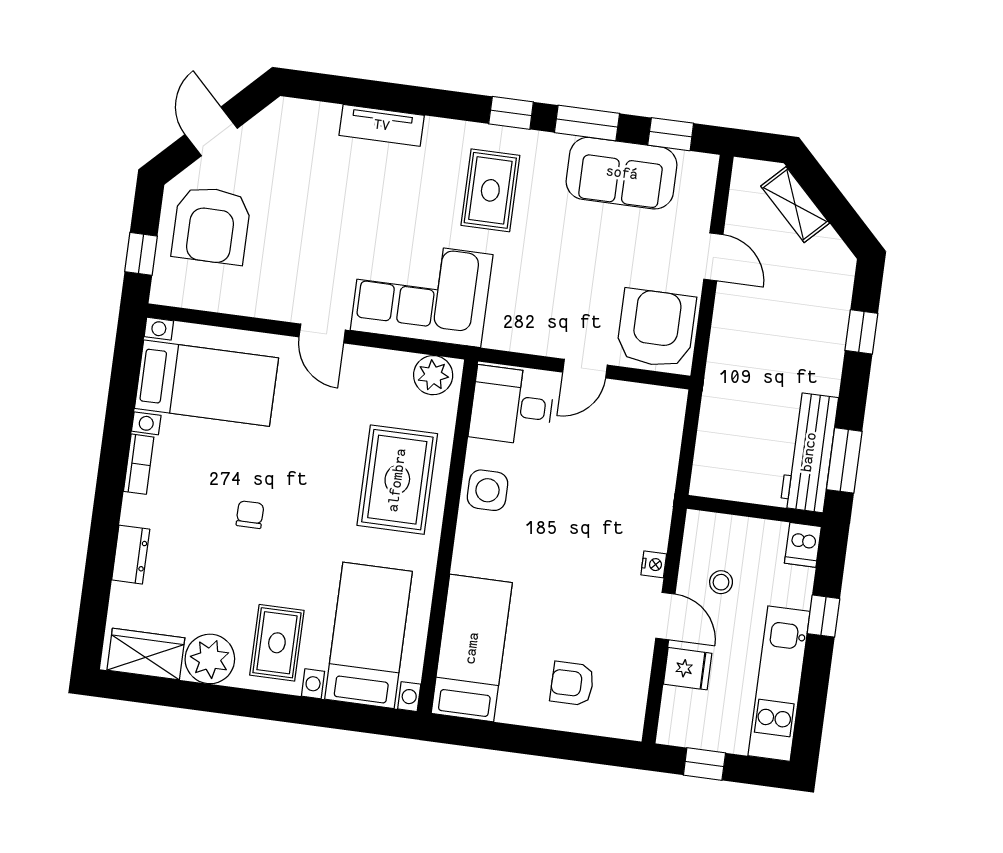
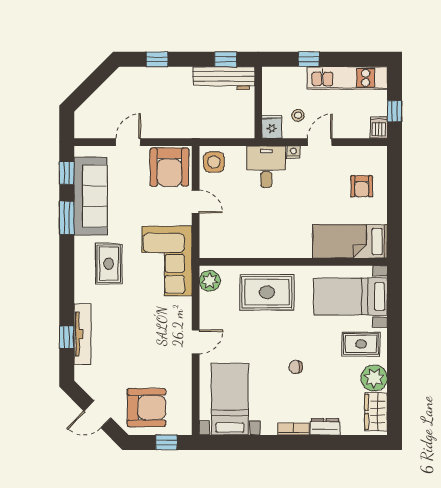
window: (511, 113) -> (67, 337), moved
tv unit: (382, 125) -> (82, 334), width x1.41
sofa: (622, 173) -> (91, 196), width x1.36
rug: (490, 190) -> (109, 264), turned 90
shelving: (795, 205) -> (95, 103), removed
corner sofa: (422, 292) -> (167, 261), moved
armchair: (656, 328) -> (169, 167), turned -90
desk: (512, 406) -> (266, 167), moved, turned 180
window: (844, 460) -> (226, 59), width x0.67
bookcase: (139, 464) -> (294, 429), moved
side table: (488, 490) -> (214, 162), moved
dishwasher: (803, 545) -> (379, 128), moved, turned -90
fridge: (688, 669) -> (272, 127), moved

